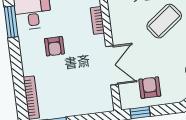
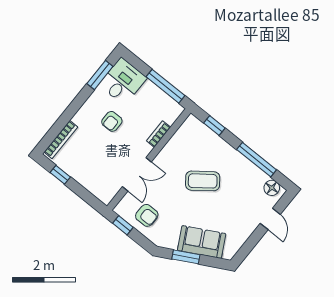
armchair: (150, 88) -> (147, 215), turned 90

